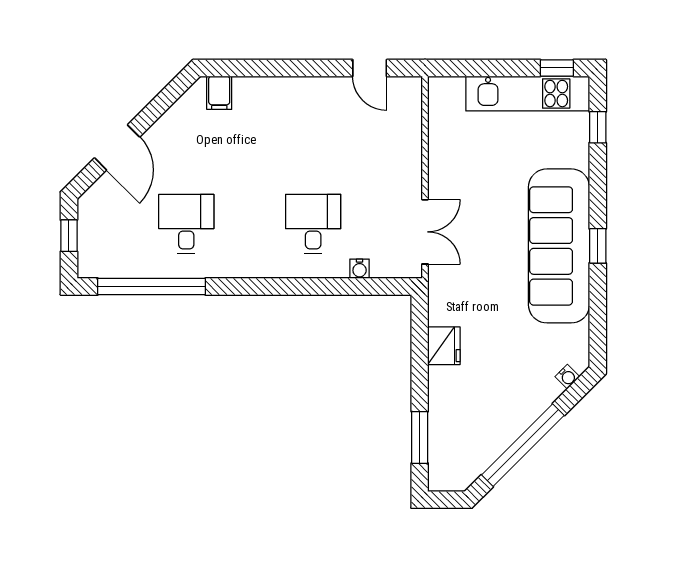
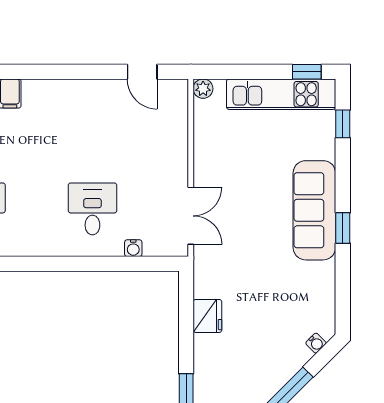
plant: (439, 87) -> (203, 89), added
sofa: (559, 246) -> (314, 210), width x0.74, depth x0.79

